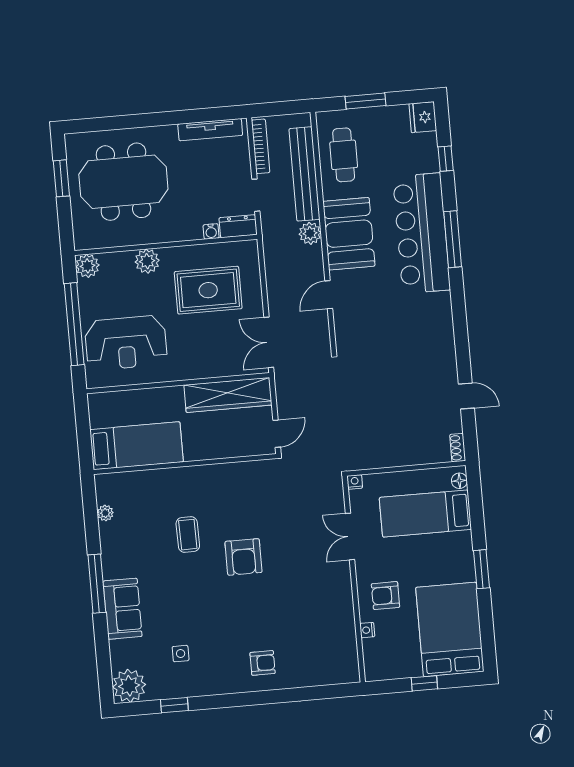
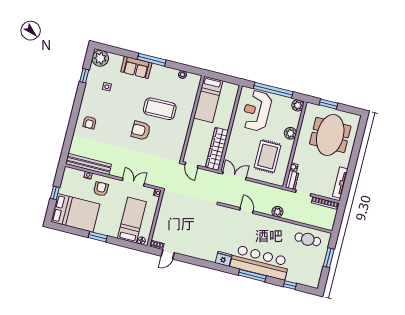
fridge: (423, 117) -> (223, 259), moved
bench: (304, 174) -> (88, 164), moved
window: (61, 178) -> (328, 104), moved
booth: (349, 234) -> (271, 229), removed
door: (466, 396) -> (168, 254), moved
coffee table: (188, 535) -> (160, 109), width x1.86, depth x1.72

